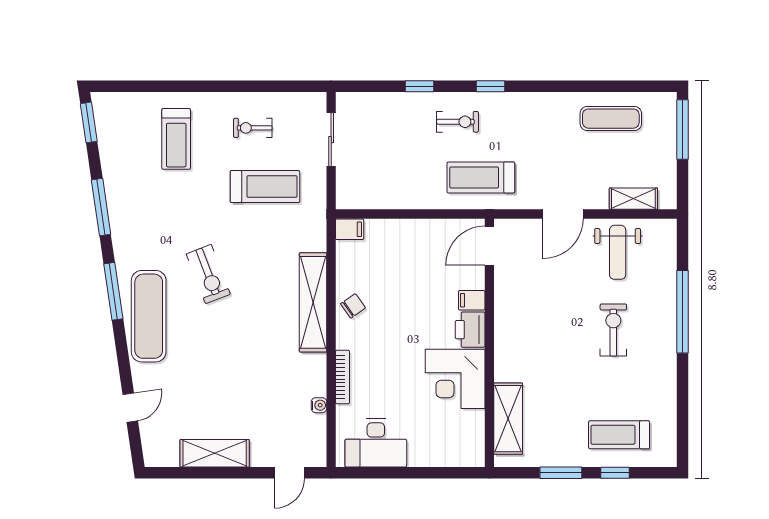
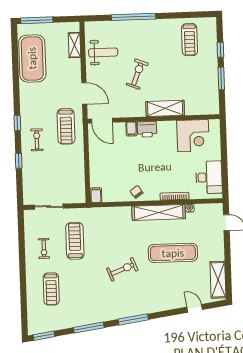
exercise mat: (611, 119) -> (32, 58), width x2.00, depth x1.45
treadmill: (176, 139) -> (51, 289), turned 90
door: (563, 214) -> (84, 93), moved
shelving: (313, 302) -> (159, 212), moved
exercise mat: (149, 316) -> (173, 253), moved
exercise bike: (613, 330) -> (137, 74), moved, turned 111
corner desk: (455, 379) -> (193, 136), moved
shelving: (508, 419) -> (165, 108), moved
treadmill: (619, 435) -> (190, 40), moved
shelving: (215, 453) -> (218, 280), moved

